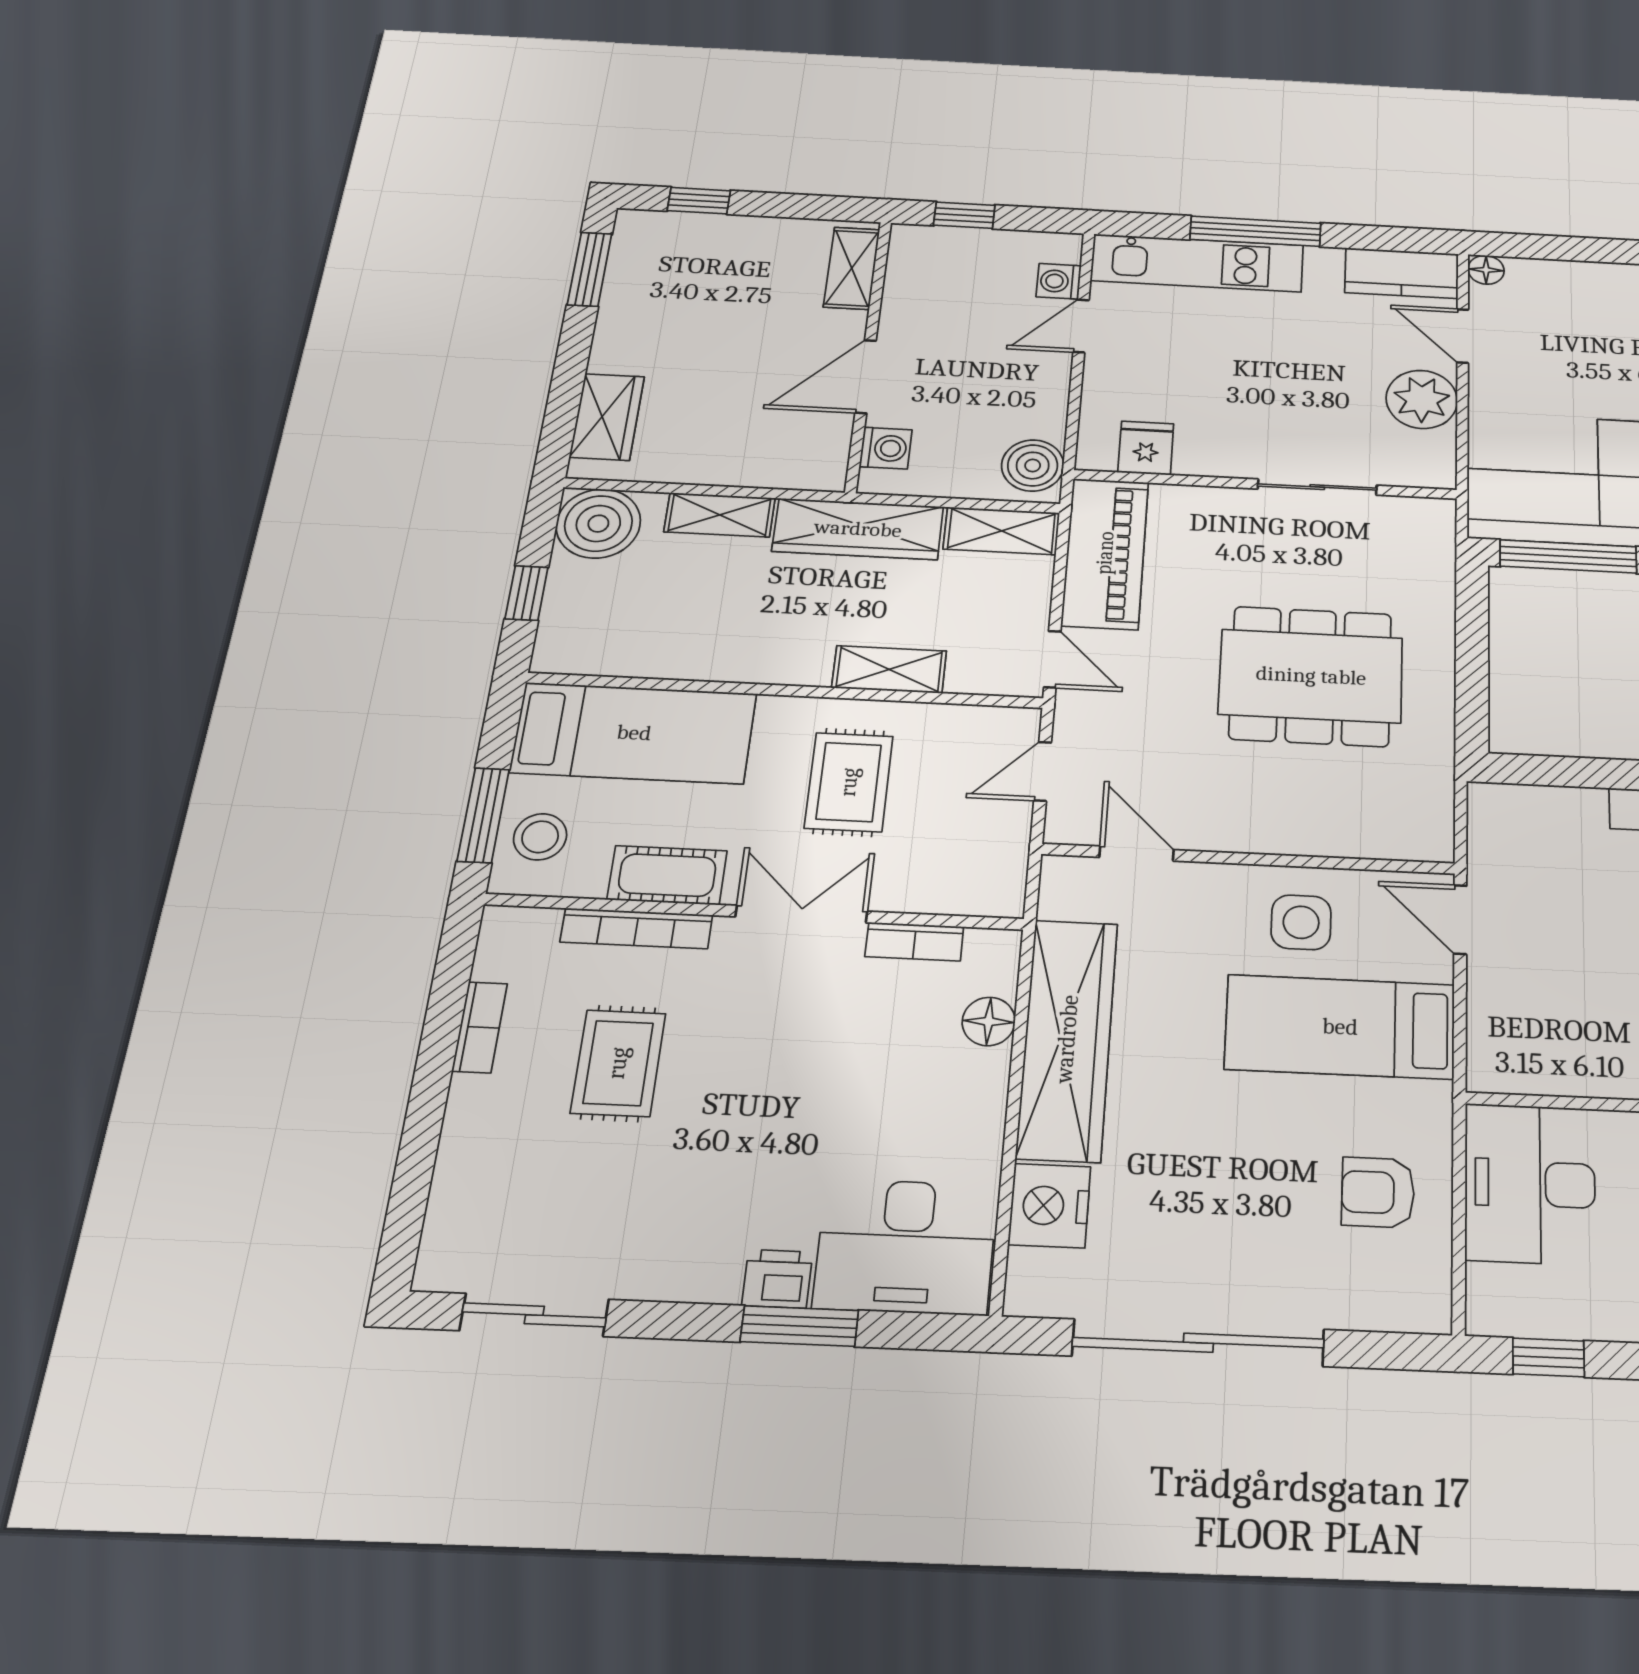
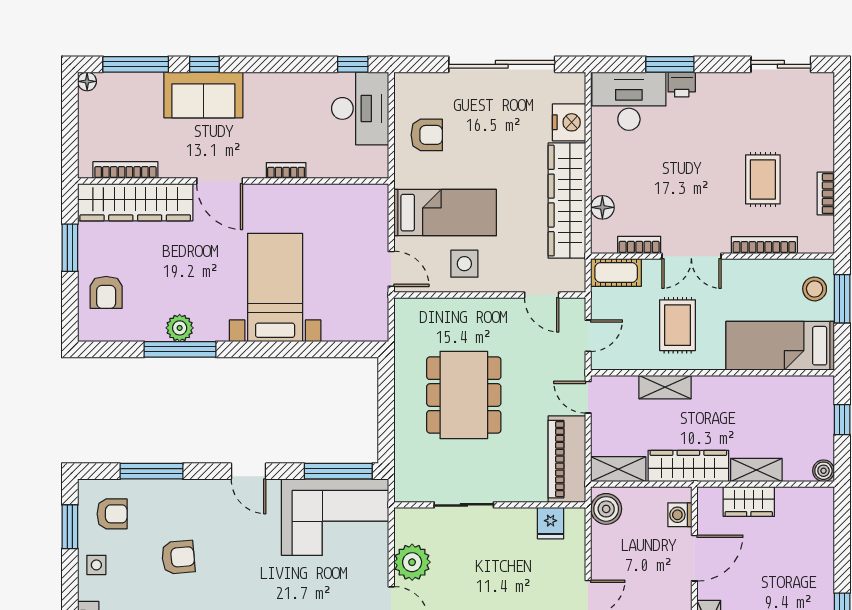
wardrobe: (607, 417) -> (749, 502), moved, turned -90
boiler: (598, 524) -> (823, 471), width x0.54, depth x0.54
dining table: (1311, 676) -> (464, 395), turned 90
cot: (667, 875) -> (616, 272), moved
desk: (1530, 1184) -> (360, 108), moved

